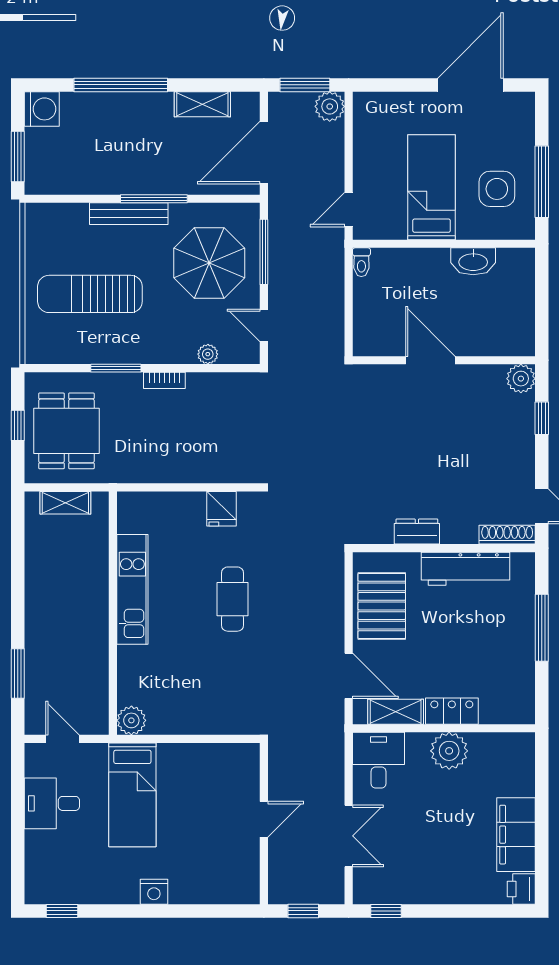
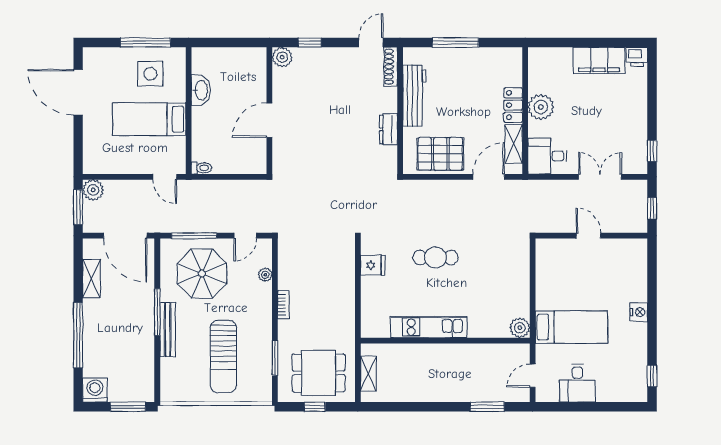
window: (116, 368) -> (275, 358), moved

